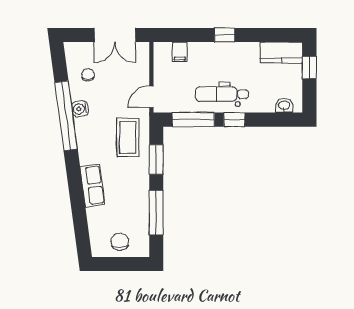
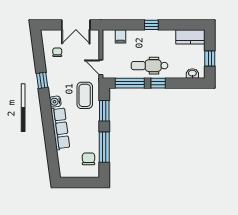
window: (309, 67) -> (210, 59), moved
door: (151, 97) -> (101, 67), hinge flipped
water cooler: (80, 109) -> (55, 102), moved
window: (66, 116) -> (42, 80), width x0.32
row of seats: (92, 186) -> (60, 128), width x1.48
chair: (120, 242) -> (89, 159), moved

